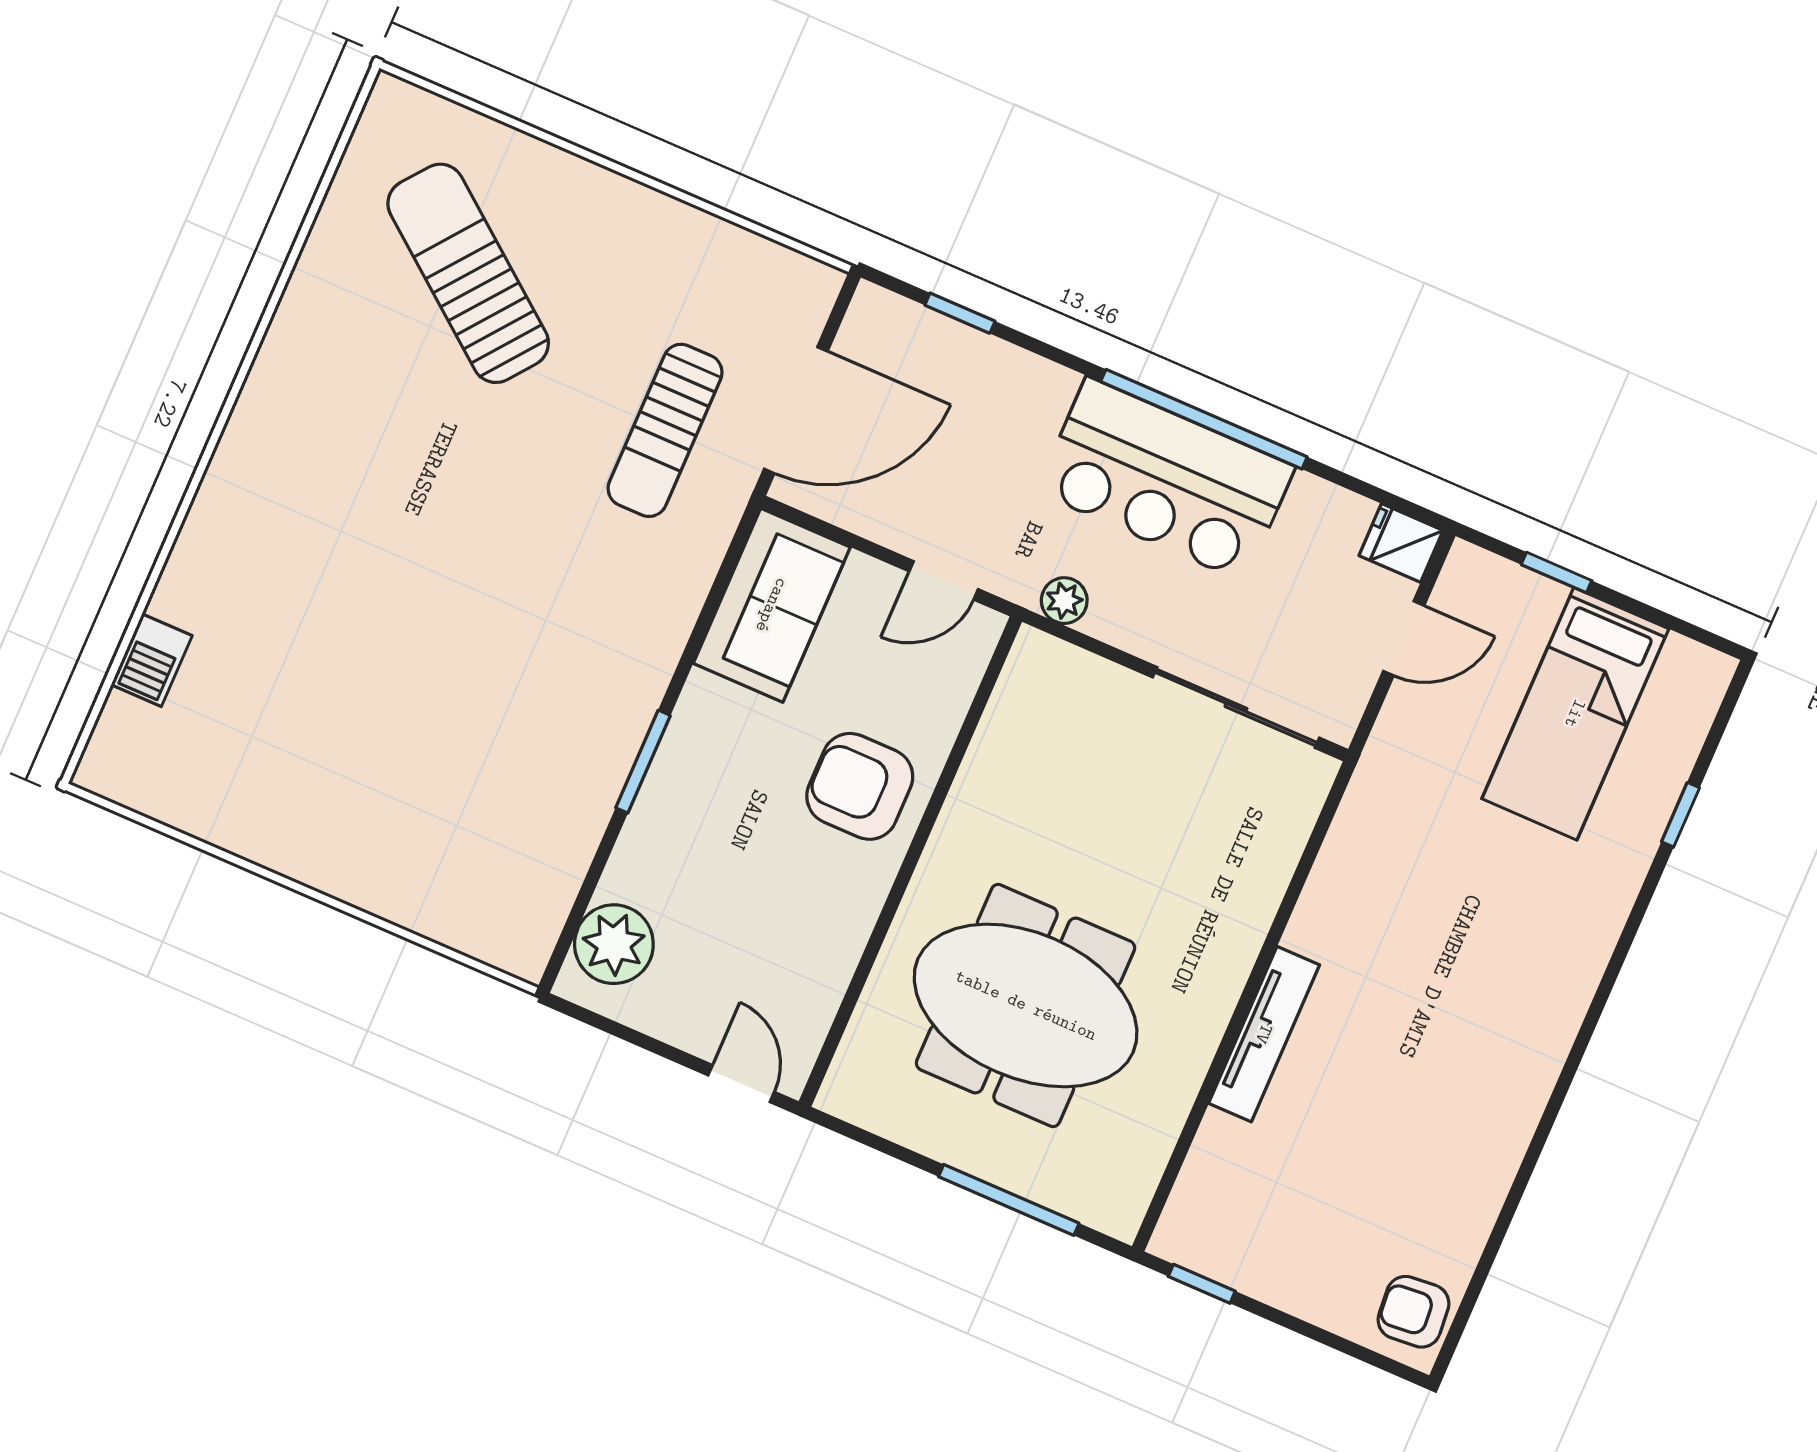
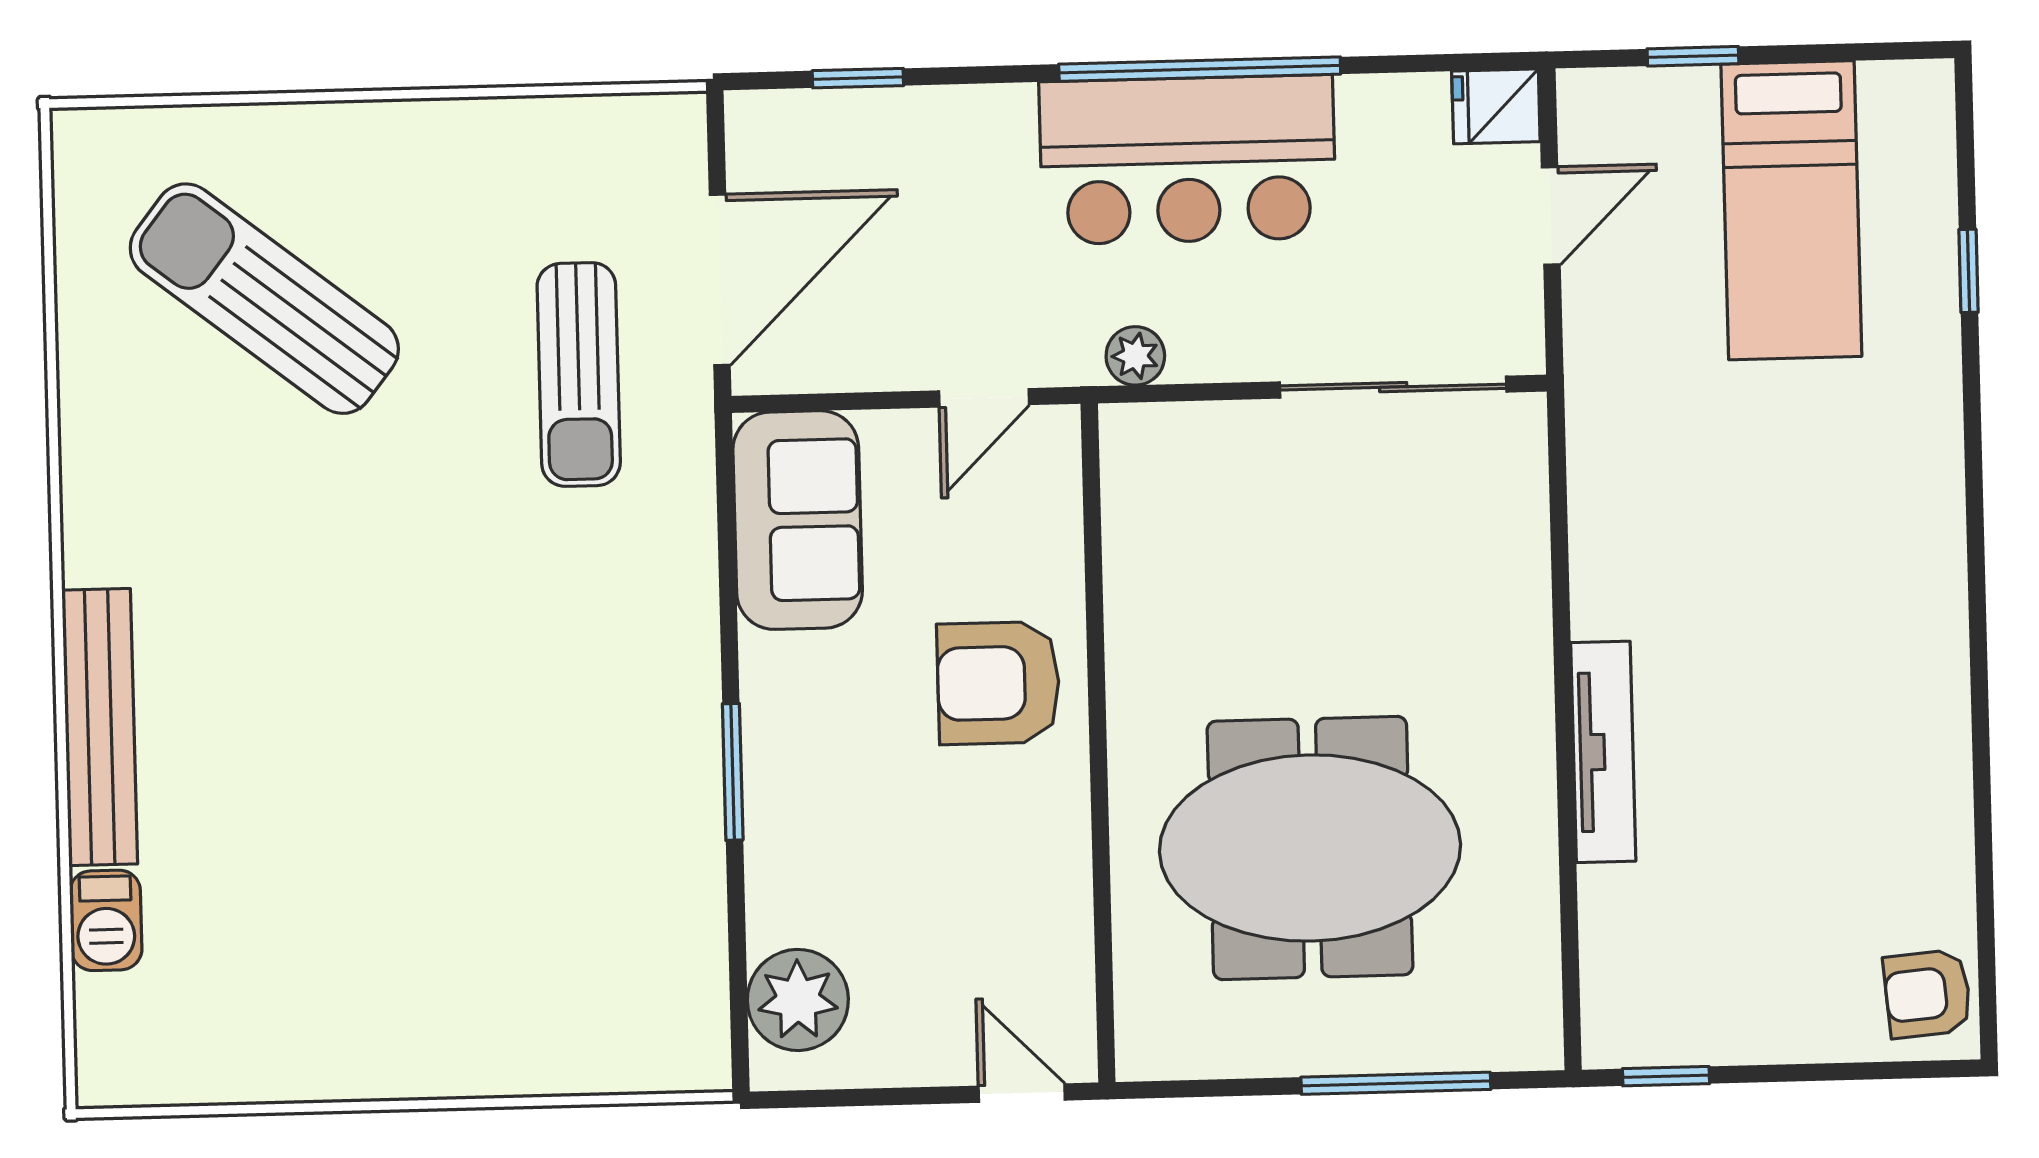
bench: (211, 522) -> (100, 727), added

